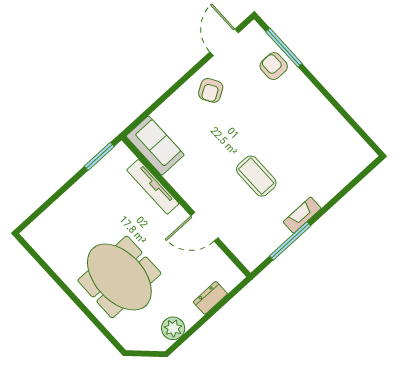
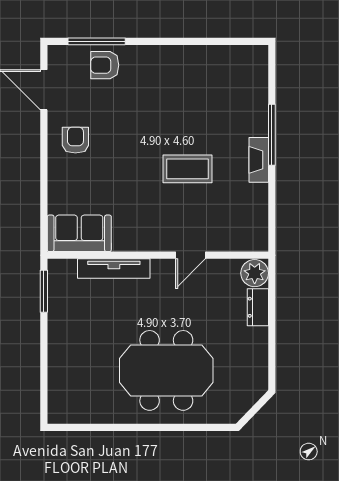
armchair: (211, 90) -> (75, 140), turned -149
door: (204, 227) -> (191, 255), width x0.73
window: (290, 241) -> (272, 135), moved
plant: (173, 328) -> (255, 273), moved

